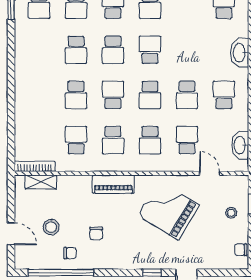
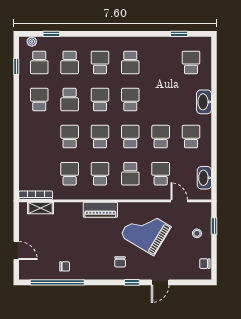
school desk: (39, 50) -> (39, 99), added
school desk: (113, 50) -> (100, 99), turned 180
school desk: (76, 95) -> (70, 137), turned 180
school desk: (150, 95) -> (130, 137), turned 180
school desk: (187, 95) -> (161, 137), turned 180
school desk: (113, 140) -> (100, 174), turned 180
stool: (51, 227) -> (49, 245), removed
chair: (96, 233) -> (120, 262), moved

